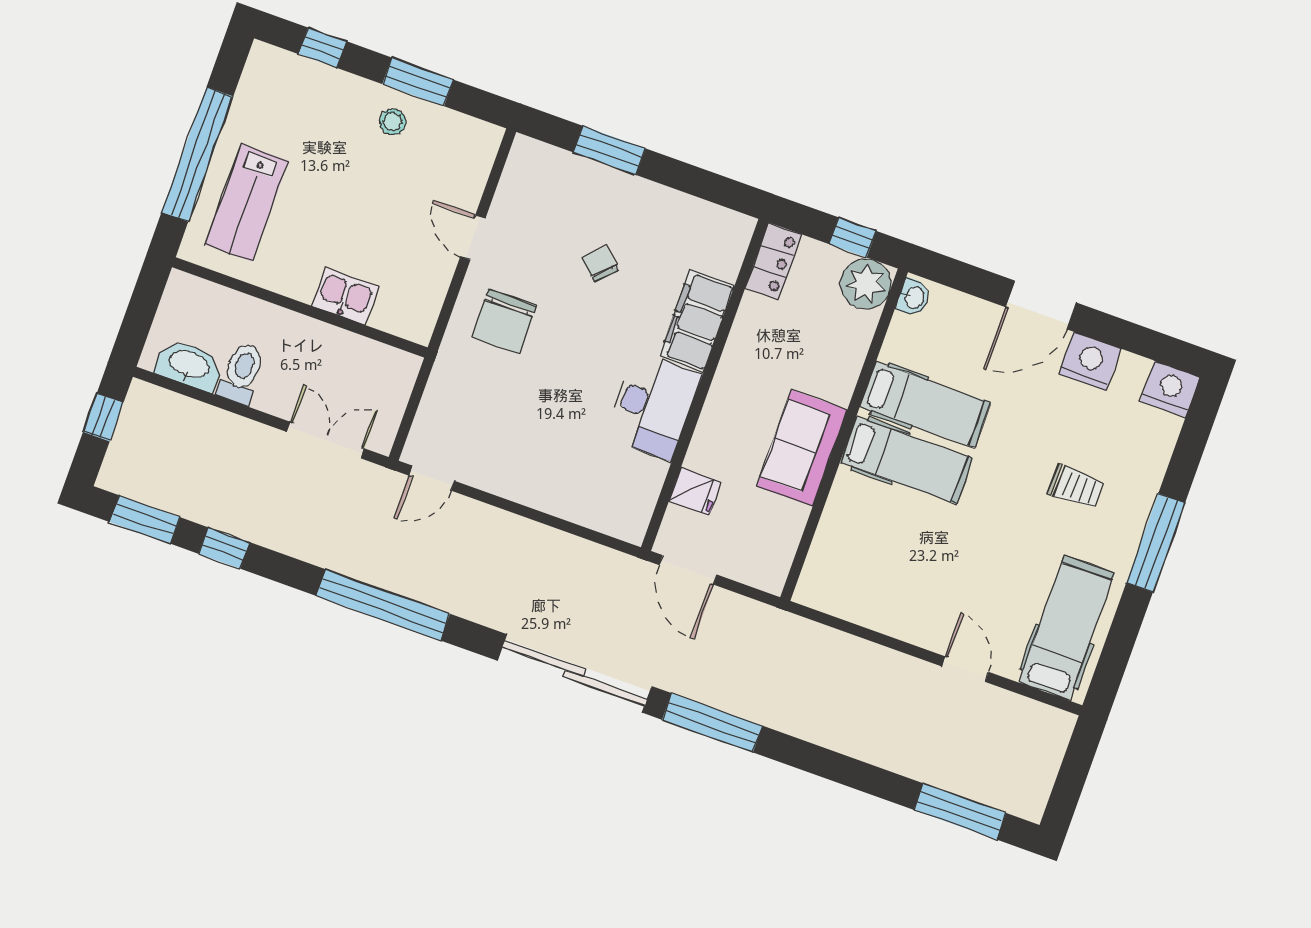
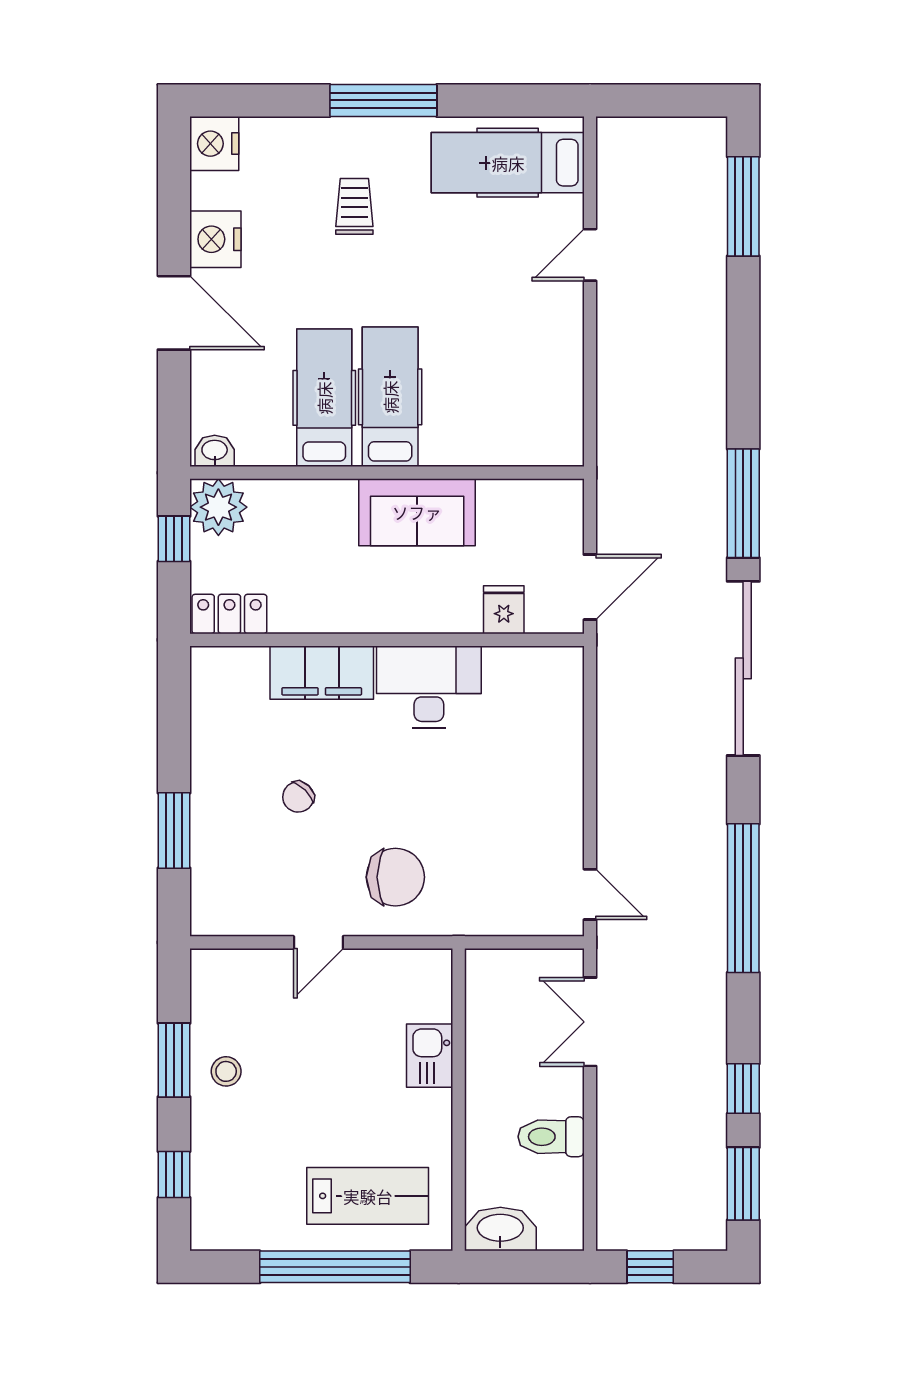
washbasin: (189, 365) -> (500, 1229), moved, turned 90

